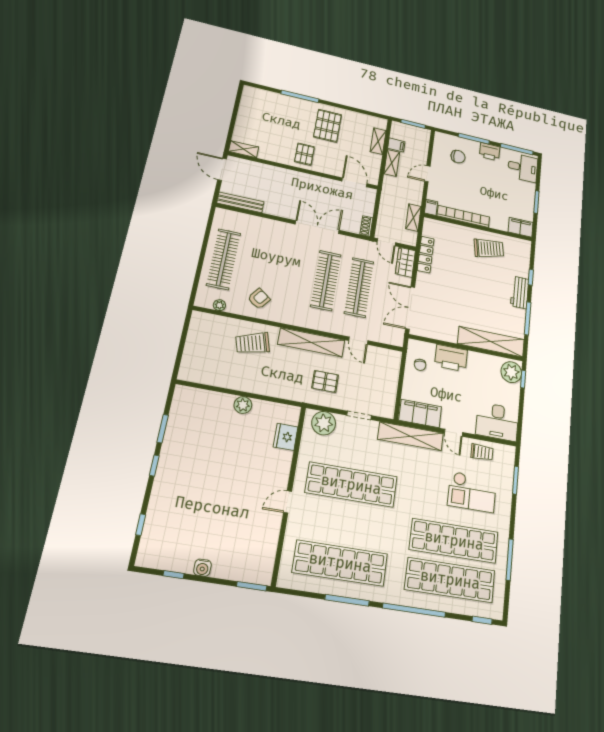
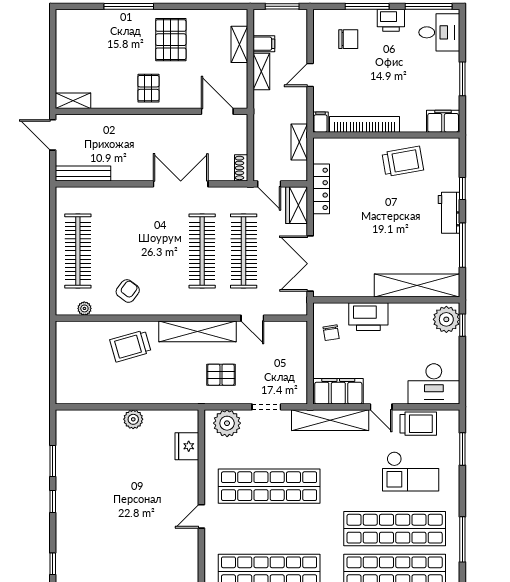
trolley: (482, 452) -> (418, 424), width x1.36, depth x1.39

